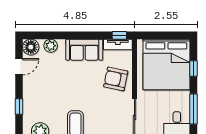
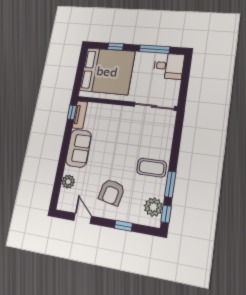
floor lamp: (31, 47) -> (66, 202), removed
armchair: (116, 79) -> (112, 192), moved

